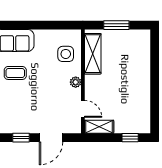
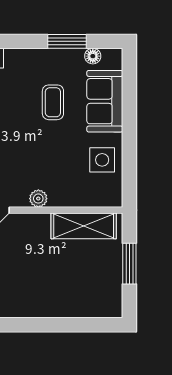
side table: (66, 54) -> (102, 160), moved

